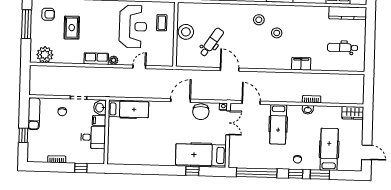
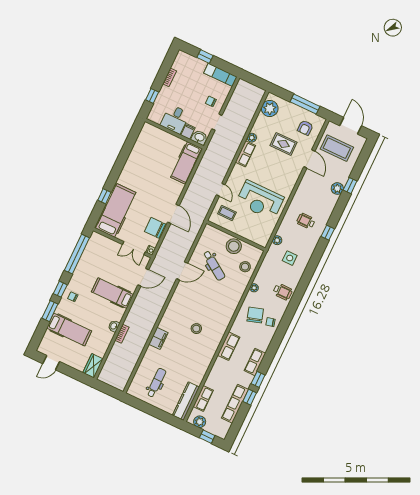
stool: (259, 20) -> (245, 267), moved
coffee table: (162, 23) -> (227, 213), moved
plant: (114, 60) -> (252, 138), moved

